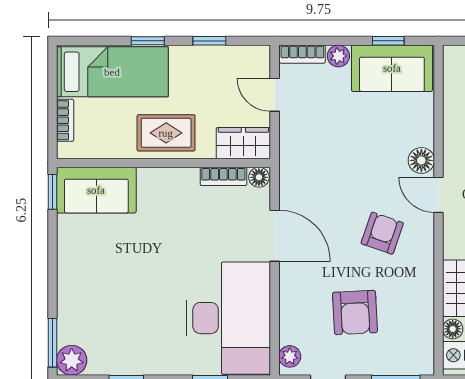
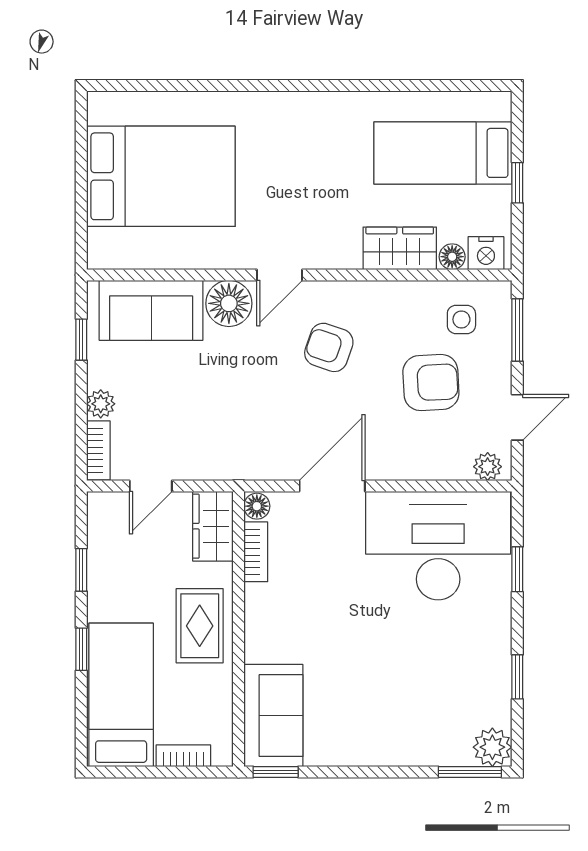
sofa: (392, 68) -> (151, 310), moved, turned 90
floor lamp: (421, 160) -> (229, 303), width x1.38, depth x1.38
side table: (404, 336) -> (461, 319), added

